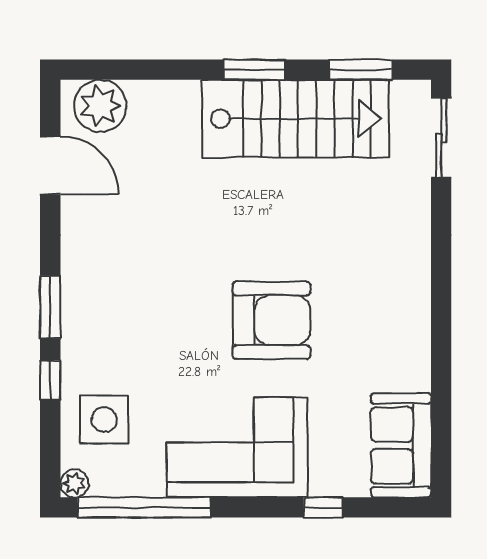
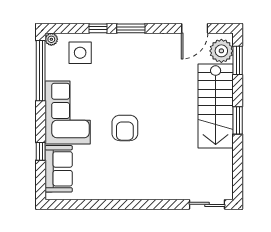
window: (361, 70) -> (238, 60), moved
stairs: (295, 119) -> (216, 106), moved
armchair: (271, 320) -> (125, 128), width x0.73, depth x0.73
sofa: (401, 445) -> (59, 169), moved, turned 90

